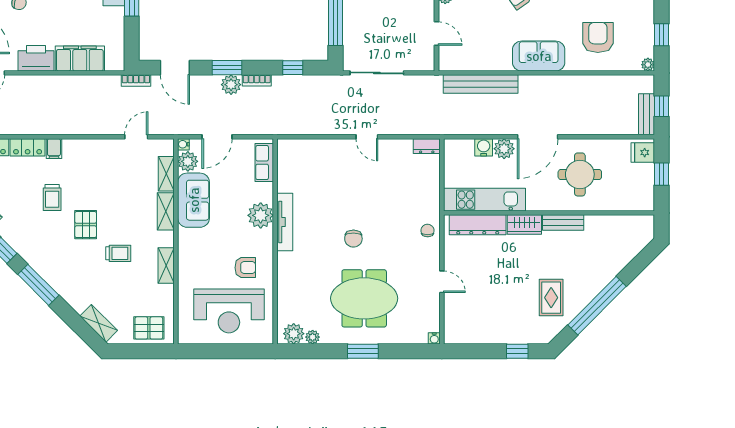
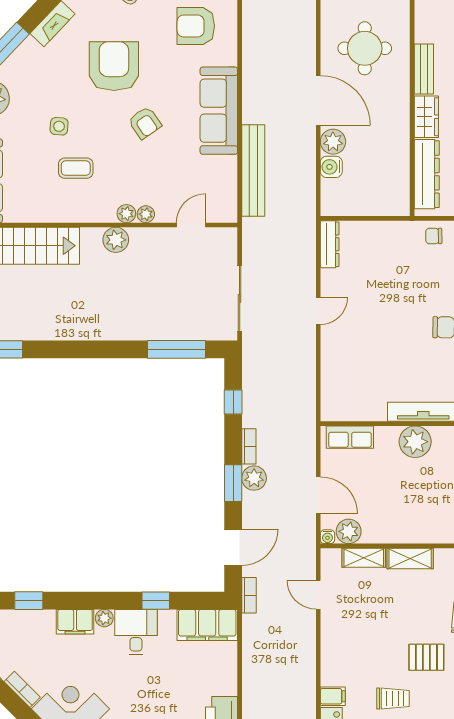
sofa: (539, 56) -> (219, 111), width x1.36
filing cabinet: (80, 58) -> (207, 625), moved, turned -90
dresser: (427, 146) -> (330, 244), width x1.44
sofa: (194, 200) -> (396, 524), removed
kitchen unit: (485, 200) -> (396, 166), removed

